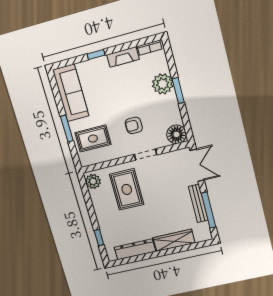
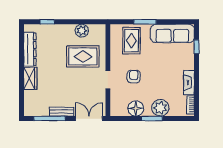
window: (96, 55) -> (197, 47), moved
floor lamp: (176, 134) -> (136, 108), moved
double door: (197, 165) -> (89, 119), swing flipped
plant: (93, 181) -> (82, 31), moved
bench: (198, 203) -> (62, 112), width x0.73
wardrobe: (174, 240) -> (30, 78), width x0.67

